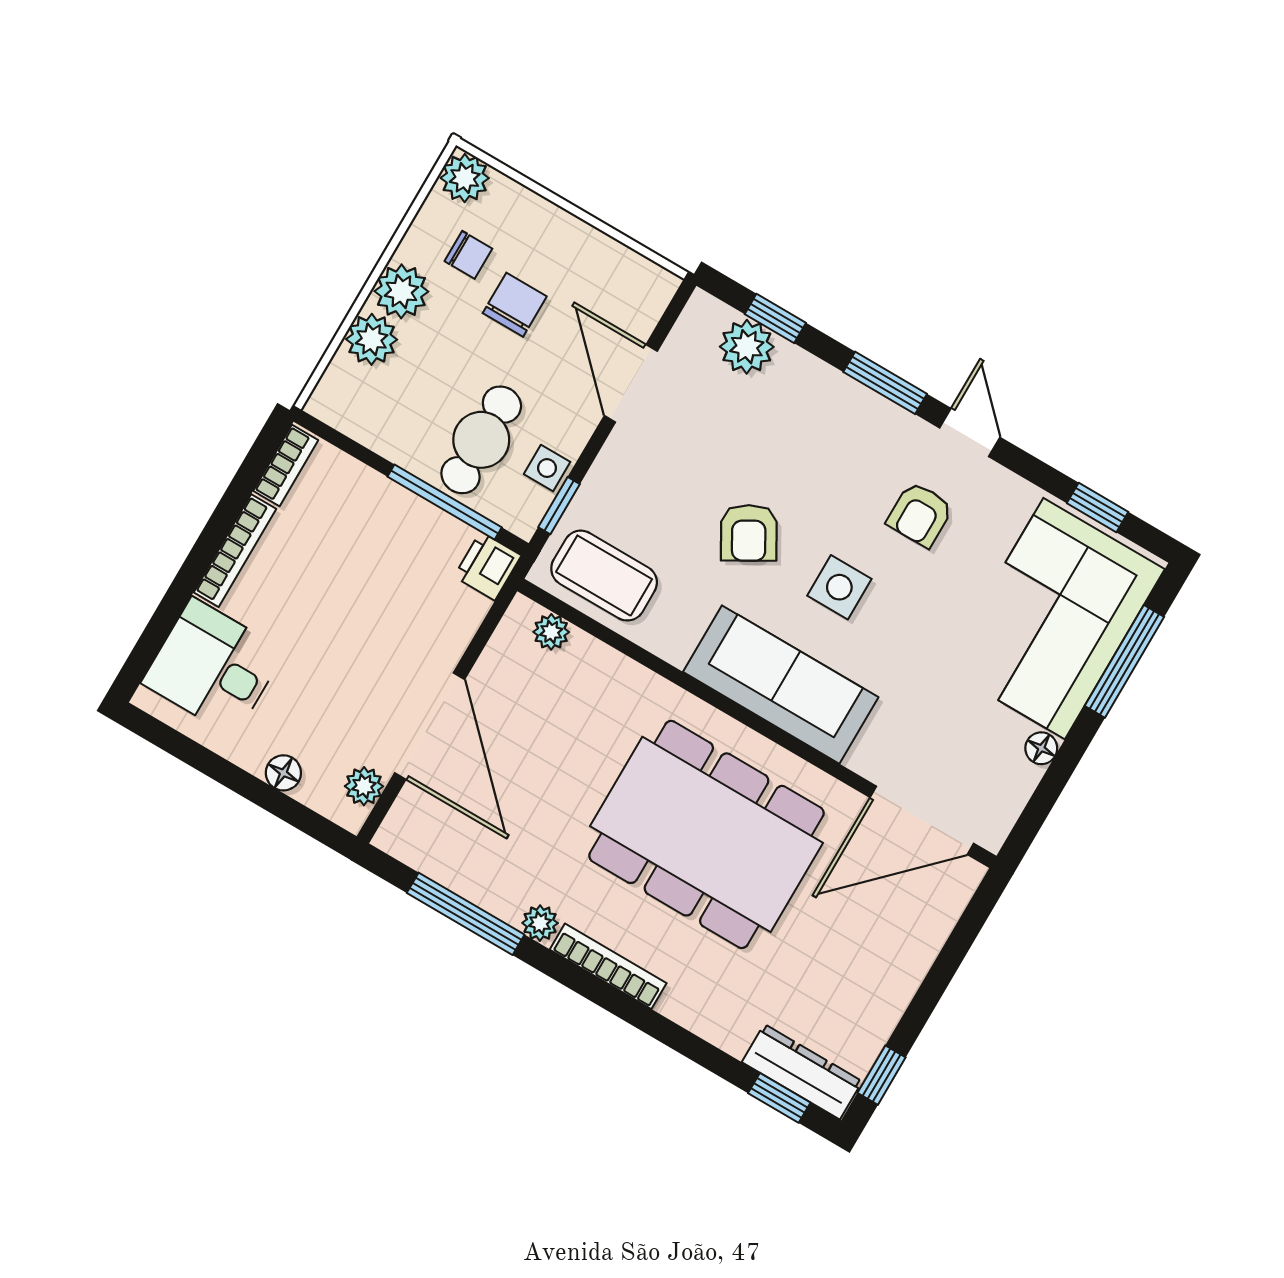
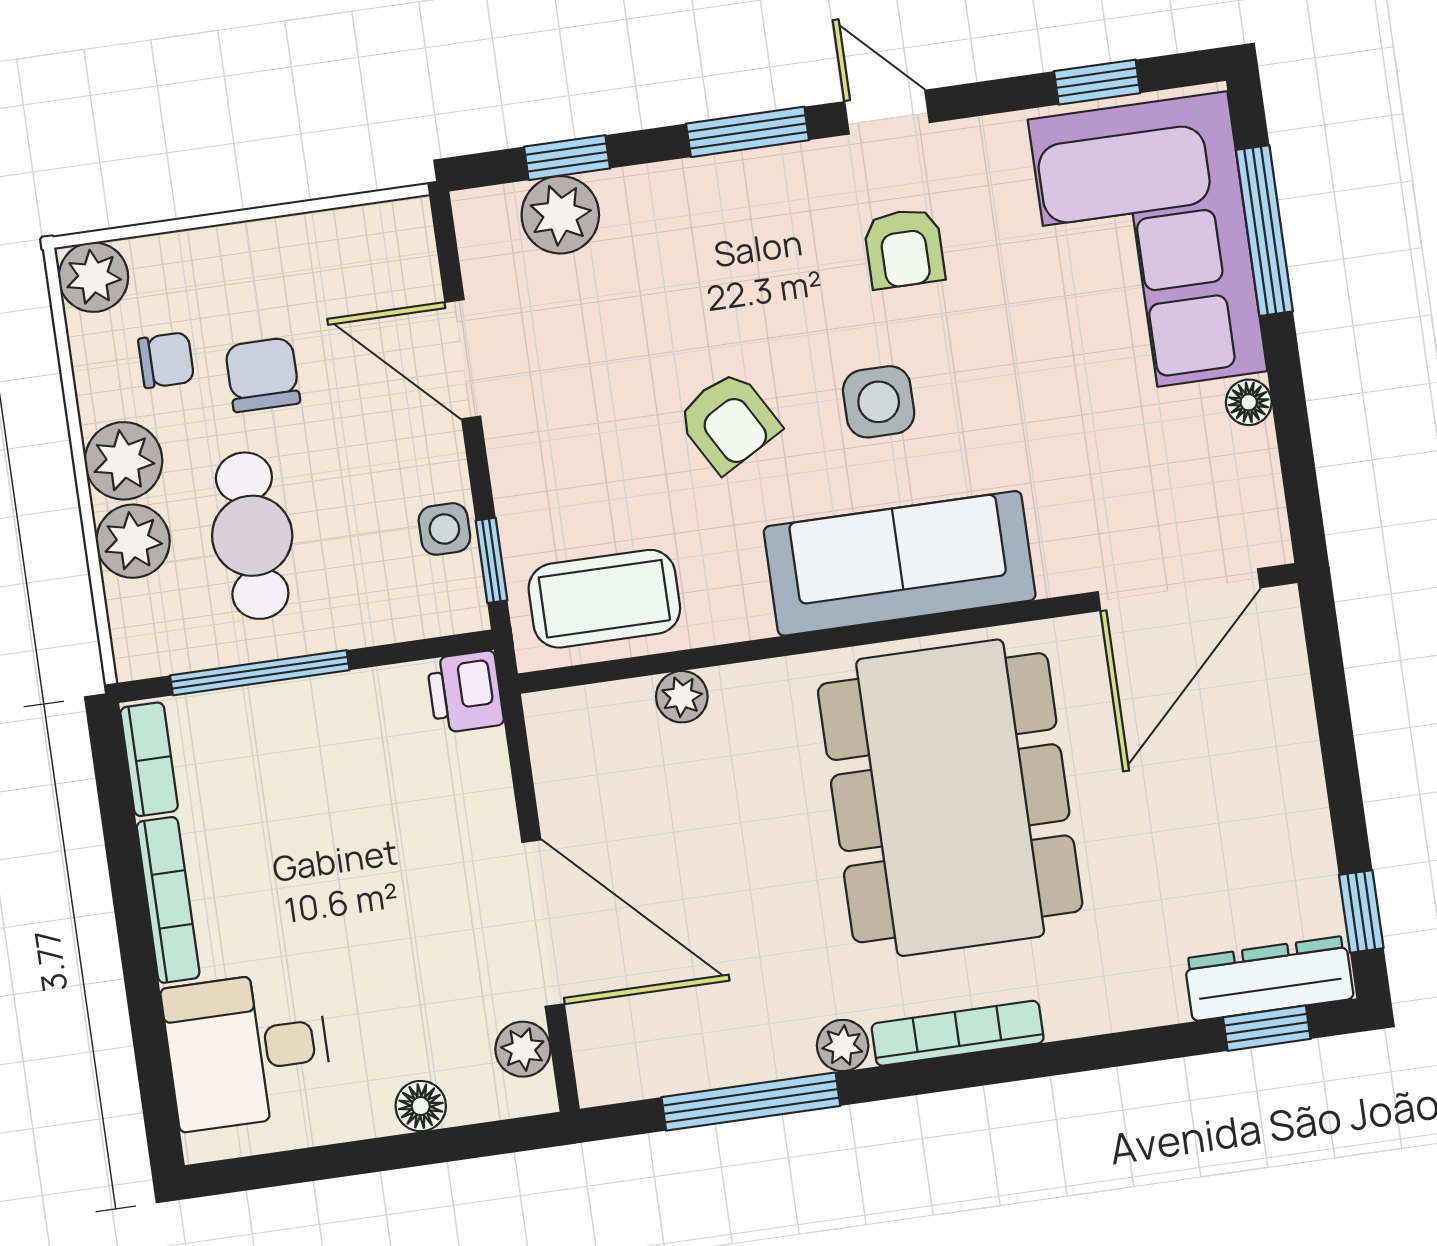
cafe table: (481, 440) -> (252, 536), moved
window: (445, 502) -> (260, 673), moved
plant: (551, 632) -> (682, 697), moved
dining table: (706, 834) -> (950, 798), turned 90

